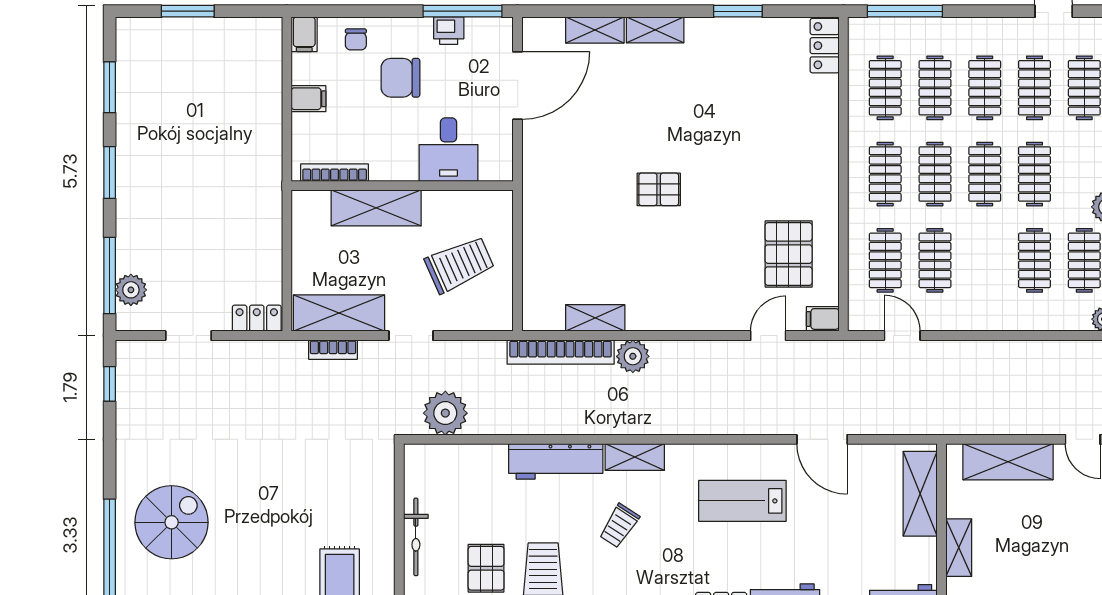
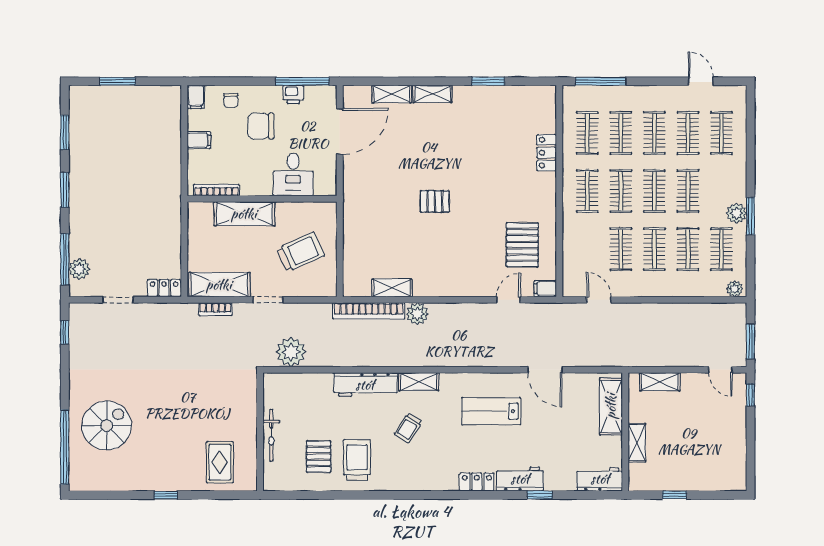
locker: (825, 46) -> (546, 153), moved
clothes rail: (885, 260) -> (654, 249), moved
shelving: (1008, 462) -> (660, 382), width x0.67, depth x0.75

